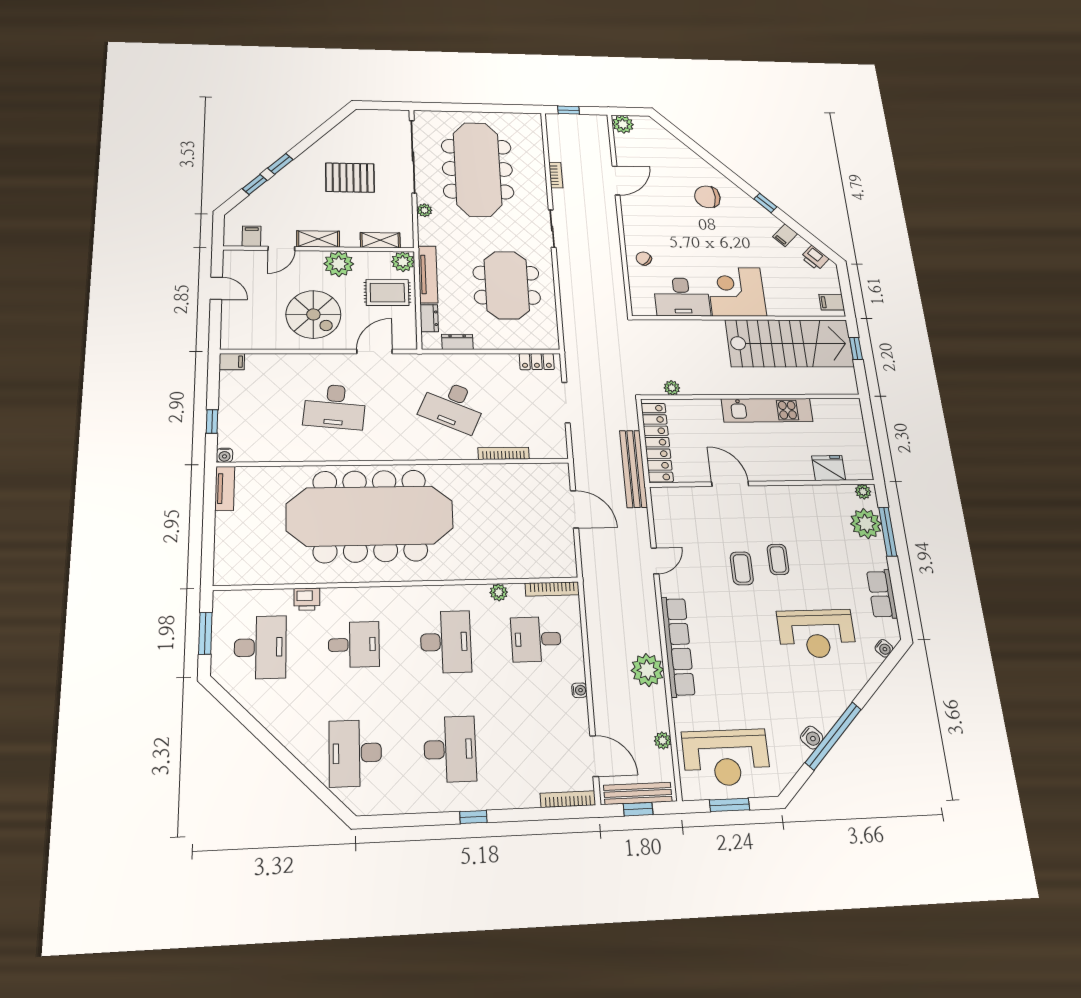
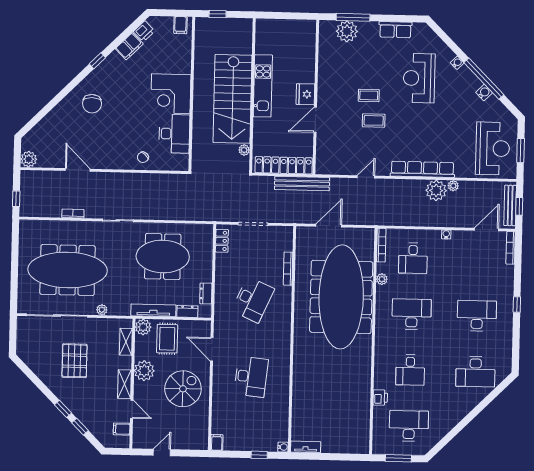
filing cabinet: (785, 235) -> (129, 46), width x2.00
stairs: (790, 343) -> (233, 99), moved, turned 180
fridge: (829, 468) -> (305, 94), moved
plant: (863, 492) -> (324, 29), removed
meeting table: (370, 516) -> (341, 297), moved
door: (655, 561) -> (366, 177), hinge flipped
reception desk: (817, 634) -> (419, 78), turned 180
desk: (354, 645) -> (410, 370), turned 180
water cooler: (884, 648) -> (457, 63), moved
plant: (663, 741) -> (453, 186), moved

